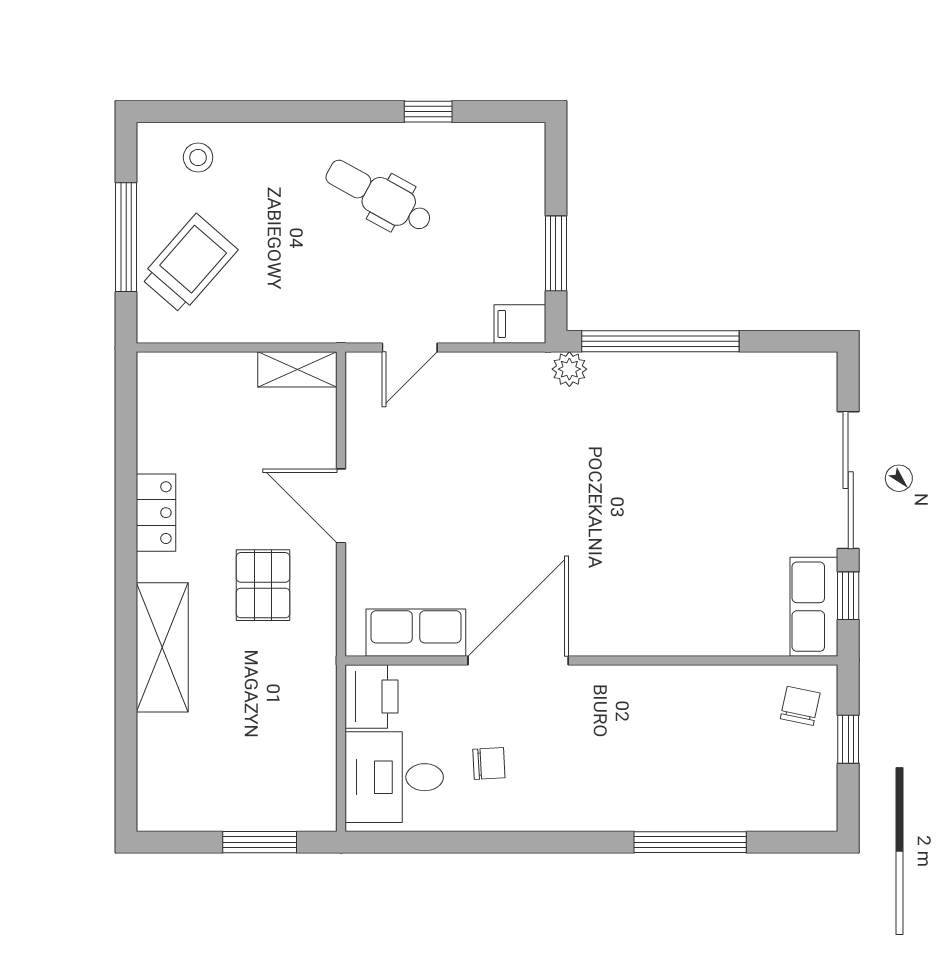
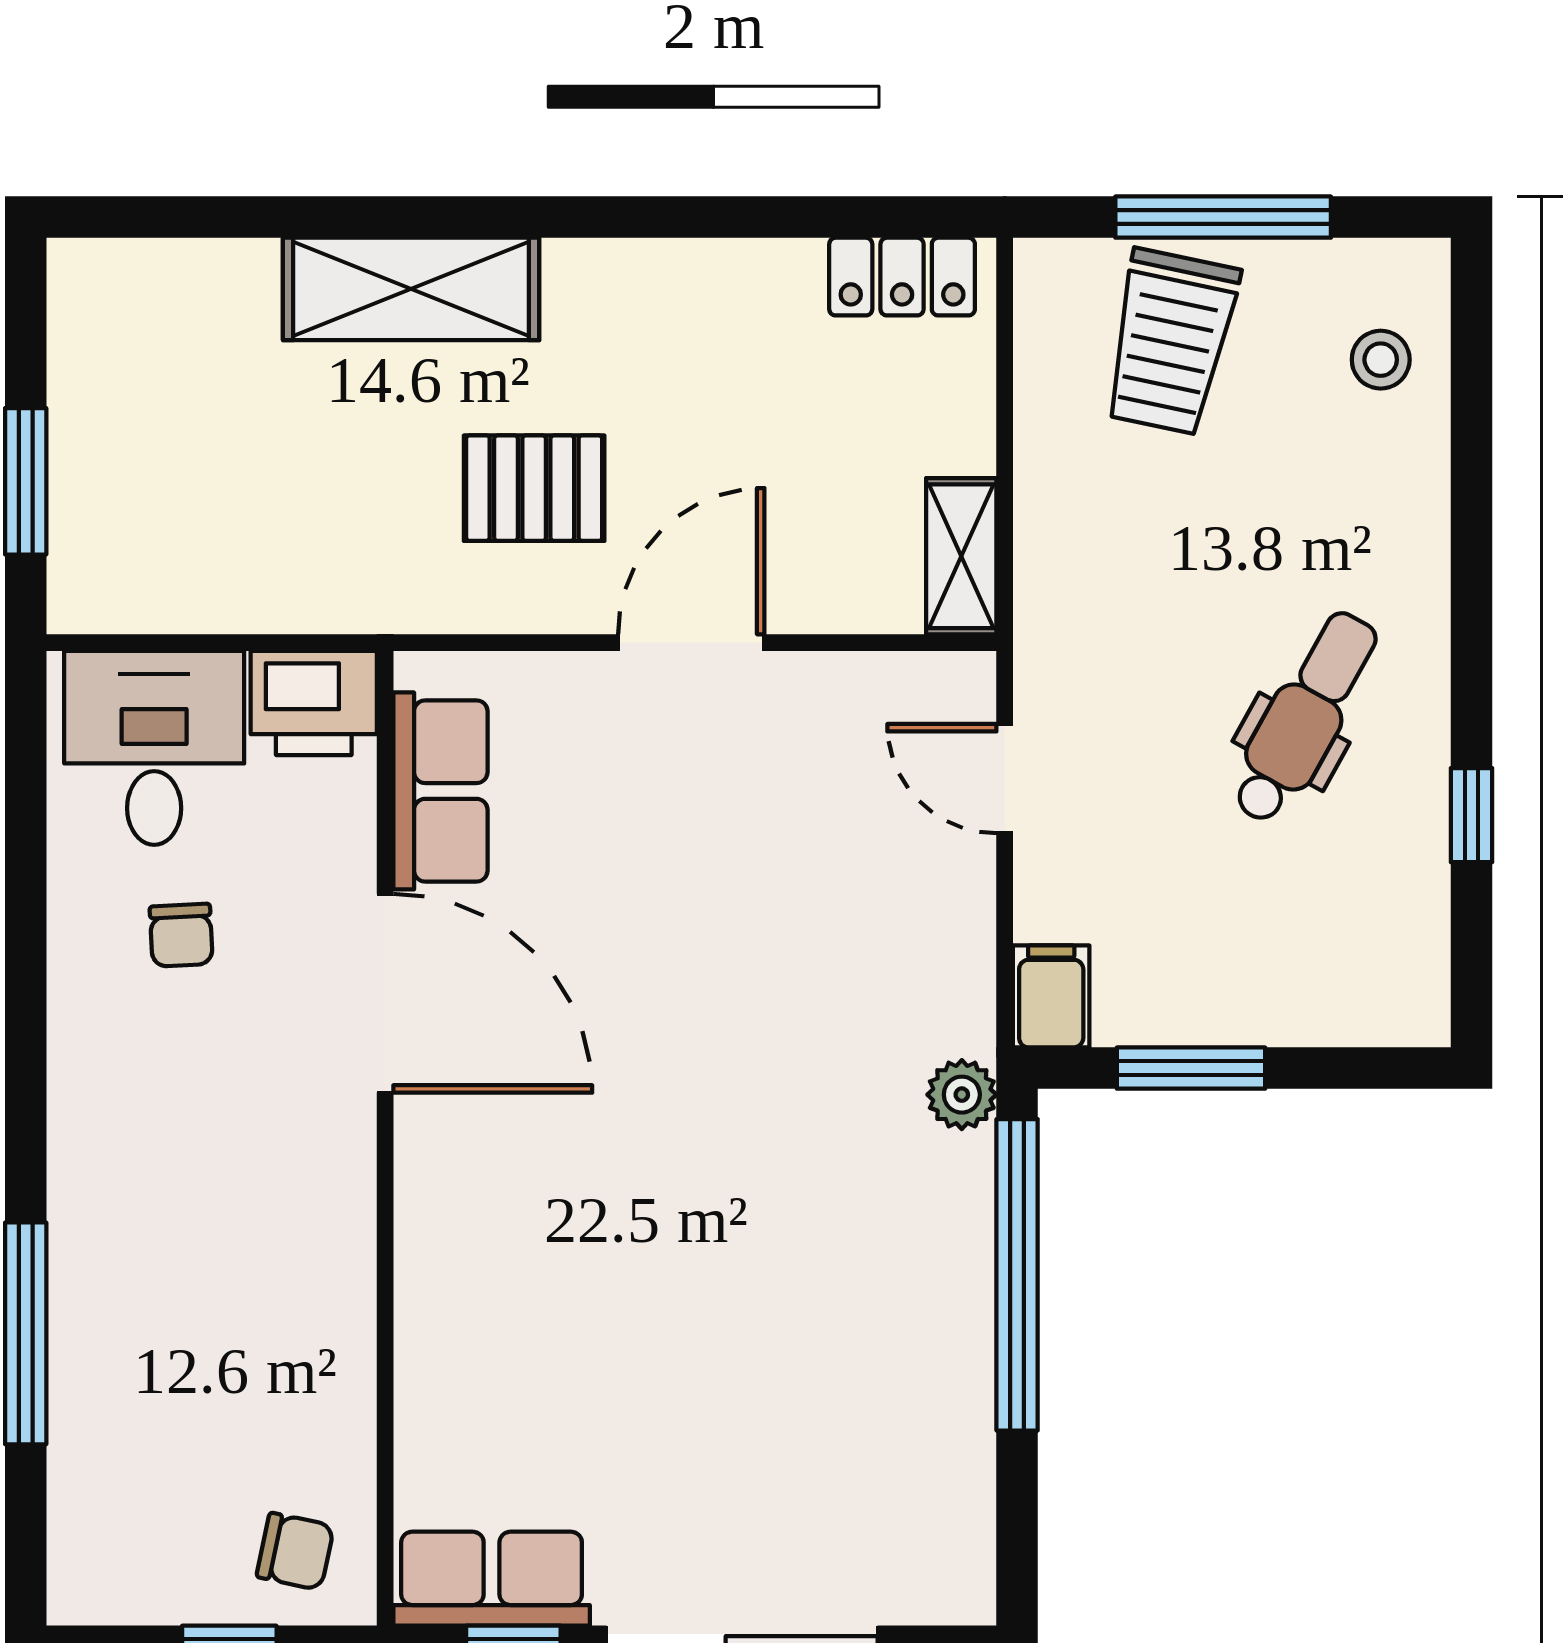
trolley: (189, 264) -> (1170, 342), turned 61
locker: (156, 513) -> (902, 277), moved

